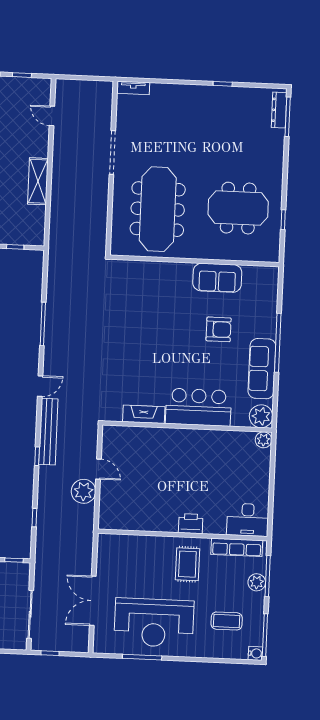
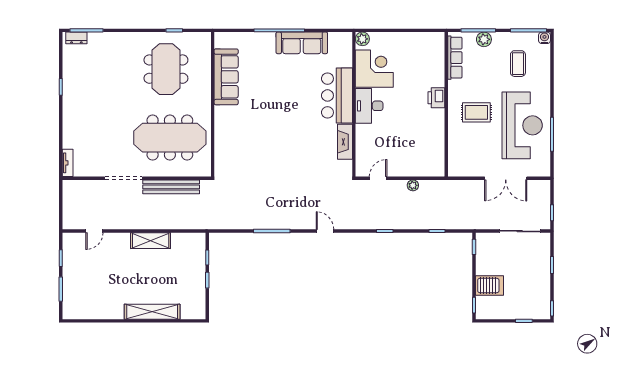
dresser: (279, 110) -> (76, 38), width x0.70
sofa: (217, 278) -> (226, 77), width x1.36
armchair: (219, 329) -> (270, 81), removed
plant: (261, 416) -> (342, 42), removed
bench: (48, 432) -> (171, 187), moved
corner desk: (228, 452) -> (374, 69), added
door: (99, 469) -> (378, 178), moved
plant: (84, 491) -> (413, 185), width x0.53, depth x0.53
desk: (248, 520) -> (369, 106), moved, turned 180
rug: (187, 564) -> (476, 112), moved

